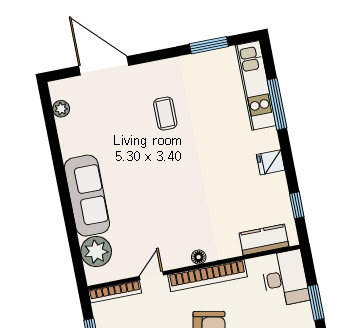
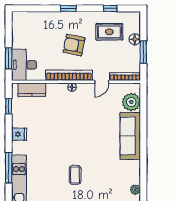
window: (316, 302) -> (9, 58), moved

